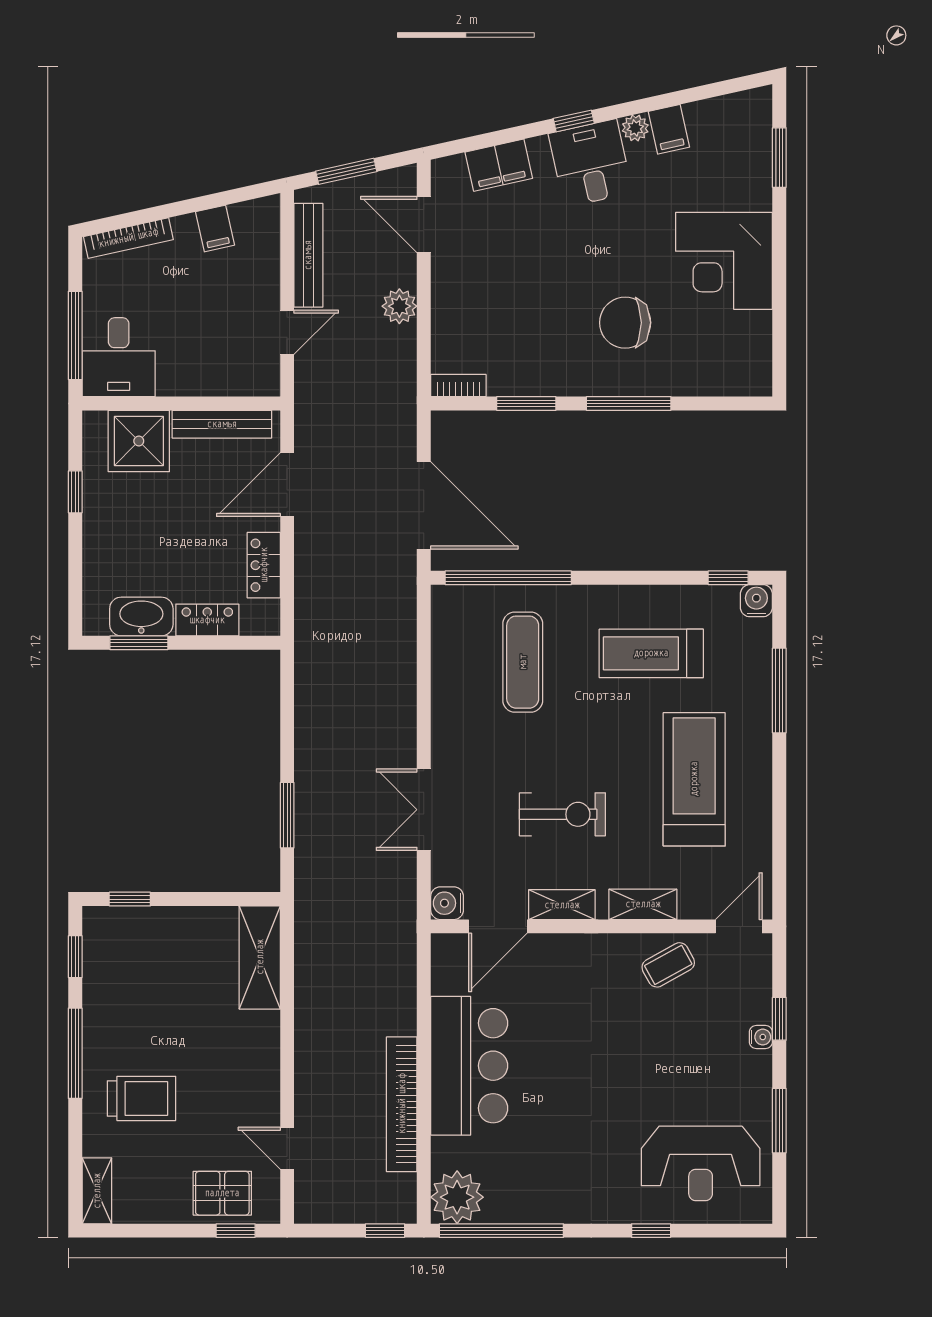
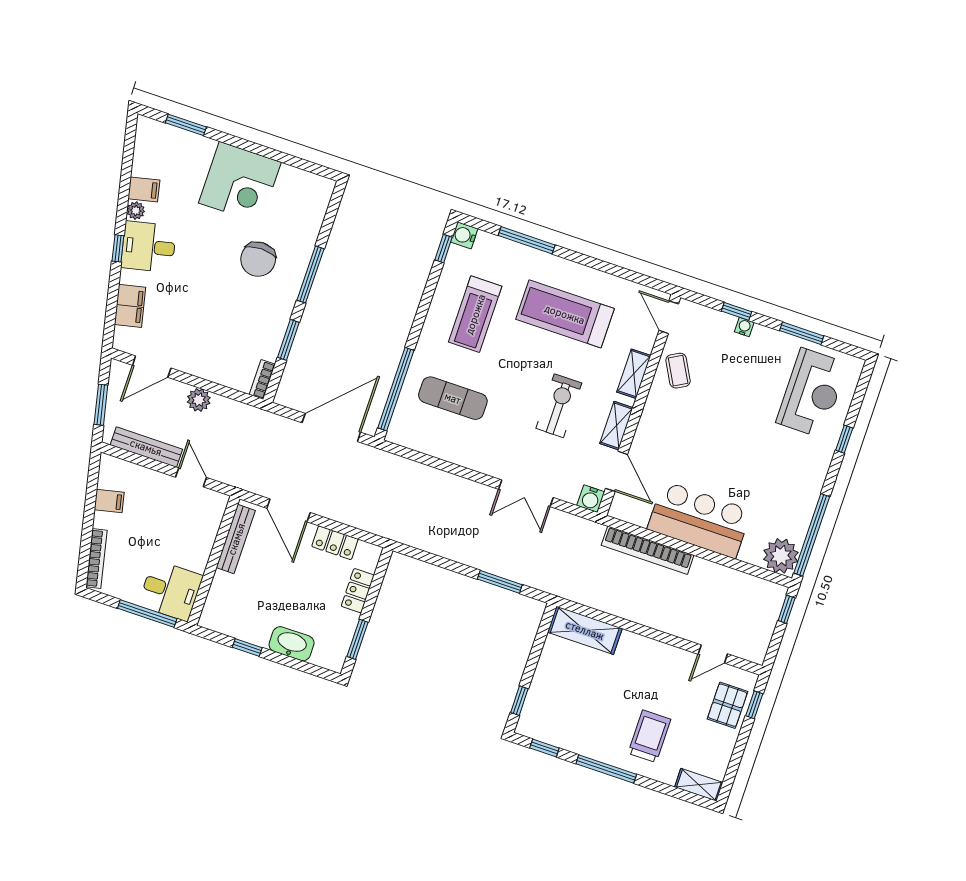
shower: (139, 441) -> (228, 596), removed
washbasin: (141, 617) -> (292, 644), moved, turned 90
bookcase: (402, 1104) -> (648, 550), moved

